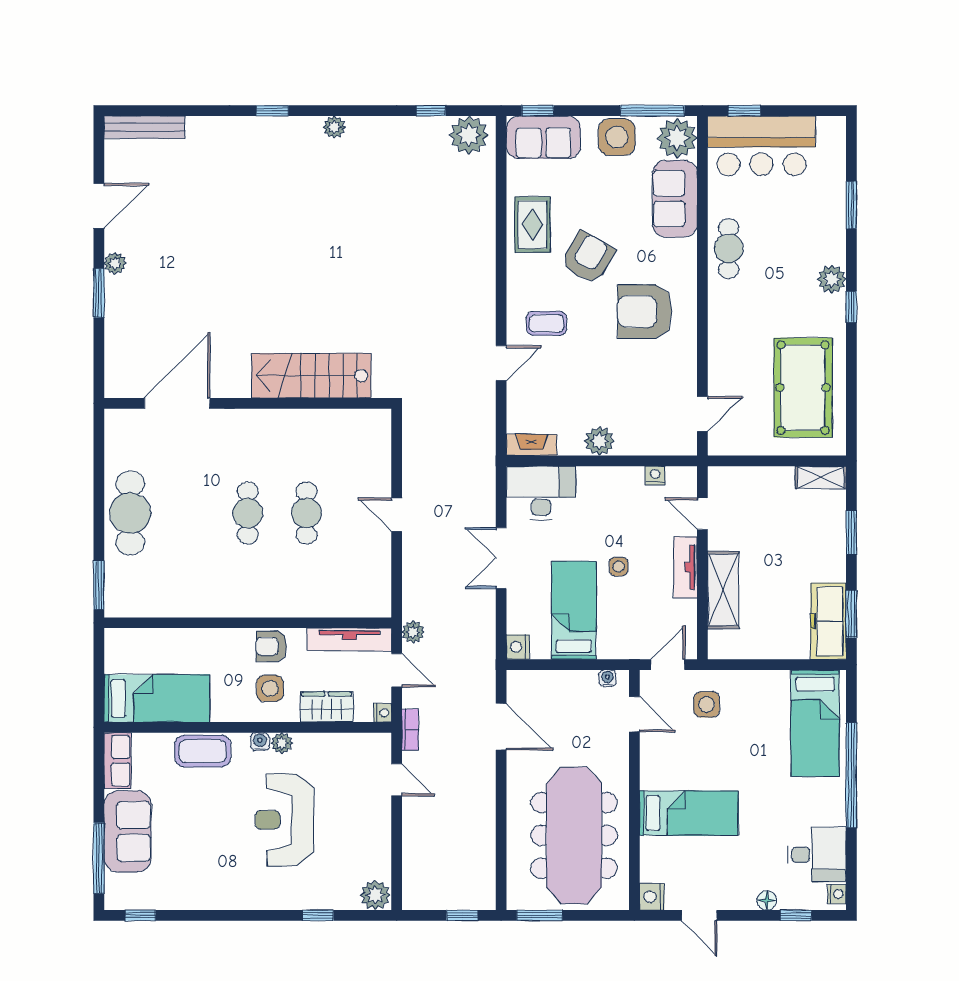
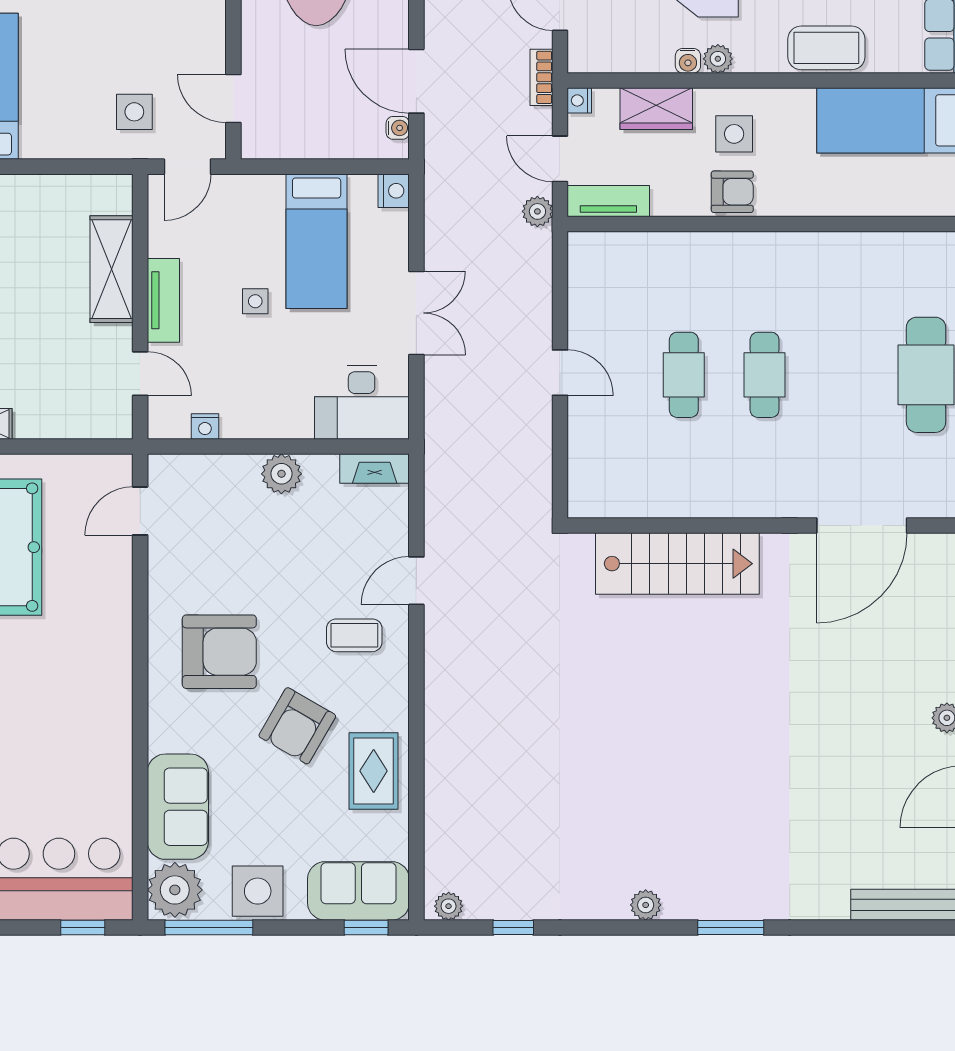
window: (272, 111) -> (731, 927), width x1.50
plant: (469, 135) -> (449, 906), width x0.53, depth x0.53
cafe table: (729, 249) -> (104, 738), removed
tv unit: (349, 639) -> (608, 201), width x0.71
water cooler: (607, 678) -> (398, 128), moved, turned -90
water cooler: (260, 742) -> (688, 61), moved

